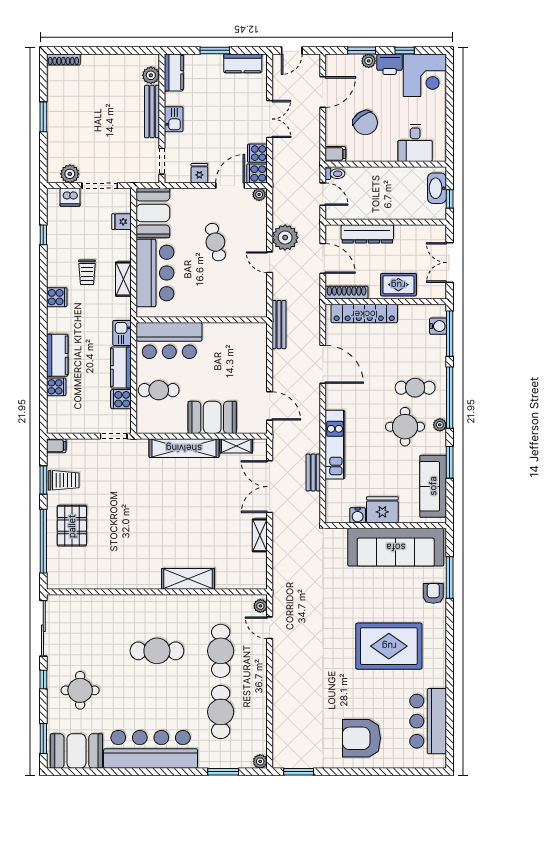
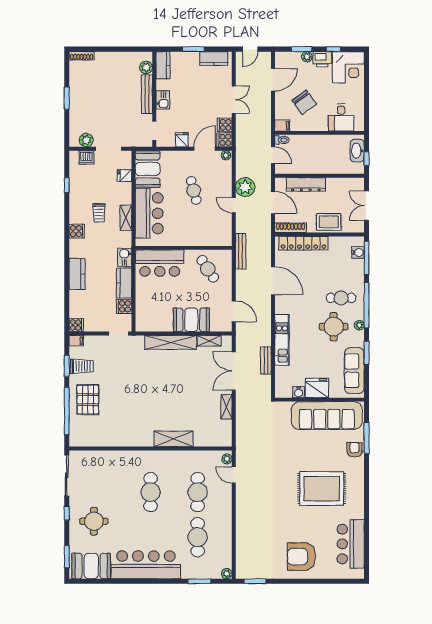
cooker: (56, 387) -> (76, 325), moved
cafe table: (159, 390) -> (208, 269), moved, turned 56
cafe table: (157, 651) -> (151, 492), turned 90

